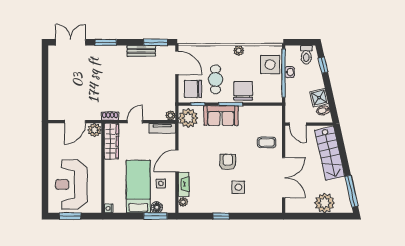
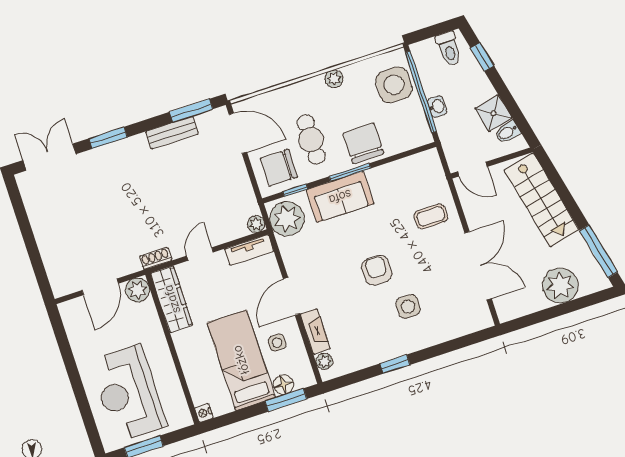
washbasin: (290, 72) -> (437, 107), moved

